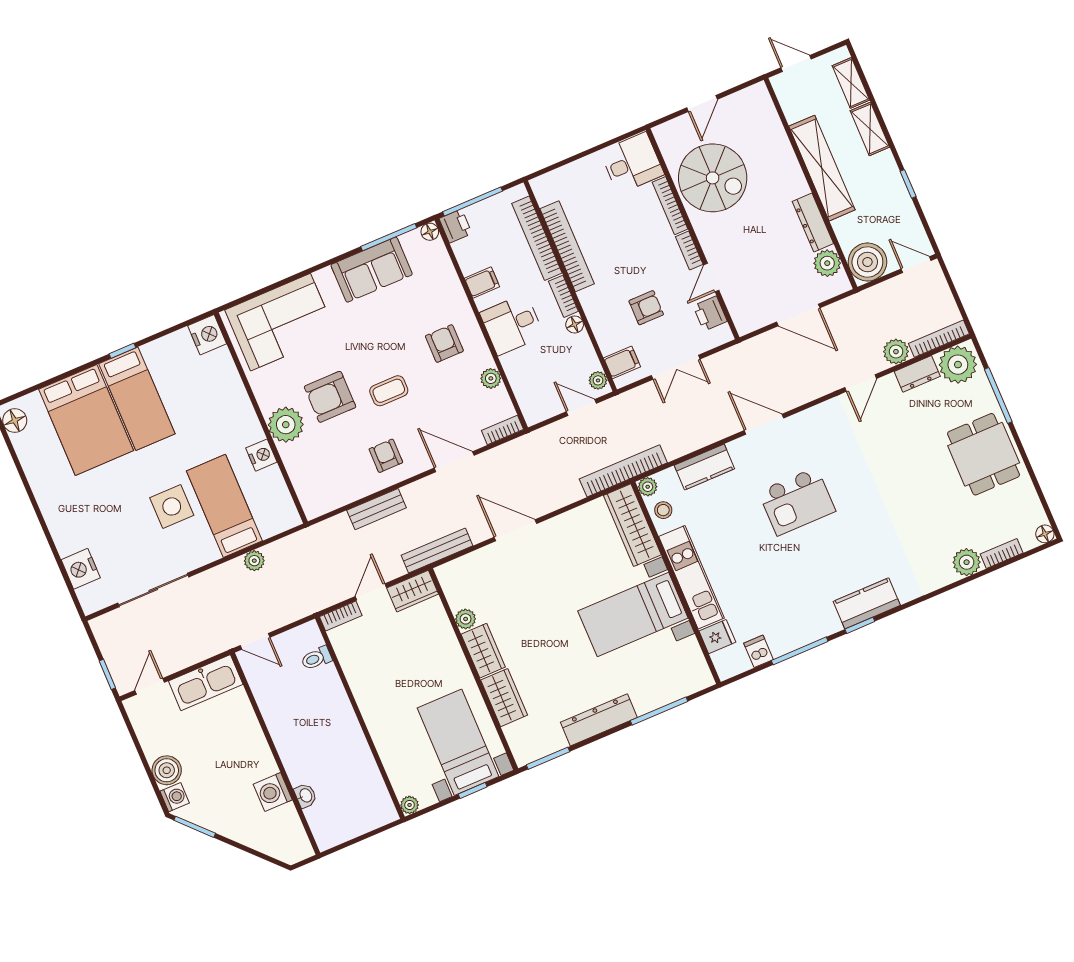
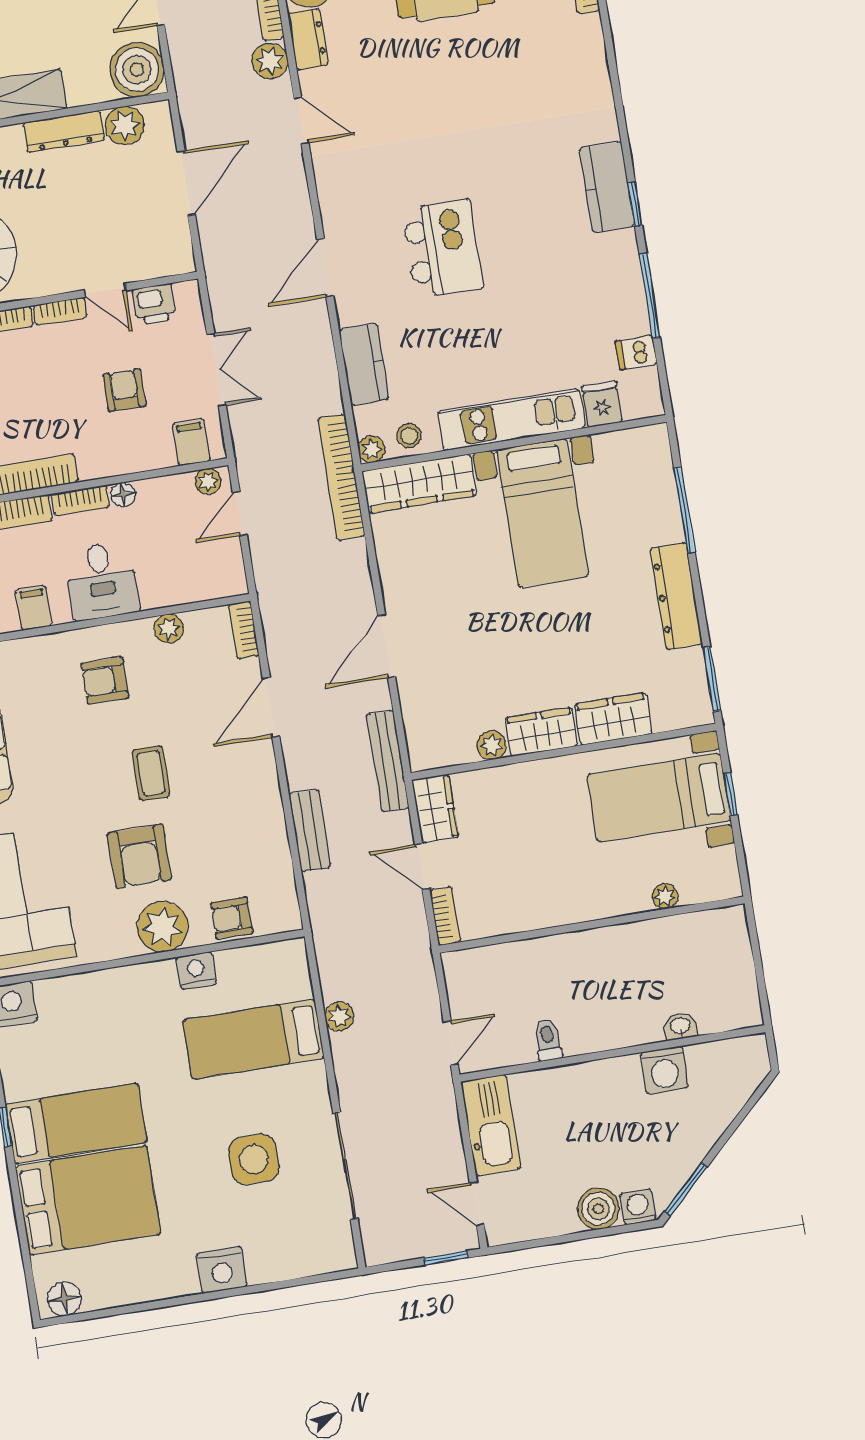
armchair: (386, 456) -> (232, 918), moved
side table: (172, 506) -> (254, 1159), moved
plant: (967, 562) -> (584, 35), removed
nightstand: (81, 569) -> (222, 1270), moved
toilet: (316, 658) -> (548, 1040), moved, turned 180
plant: (410, 805) -> (665, 896), moved

